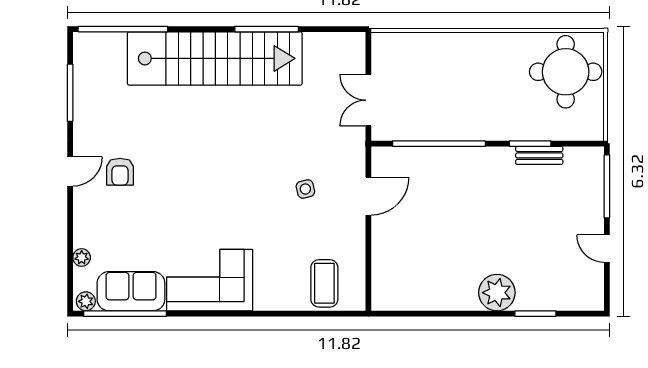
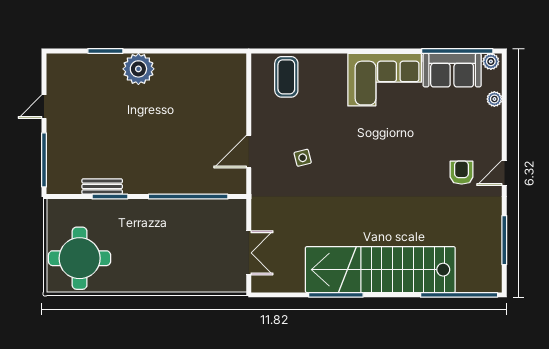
double door: (368, 100) -> (249, 253), moved
door: (607, 249) -> (44, 107), swing flipped

